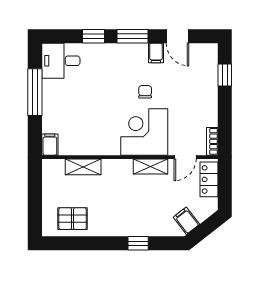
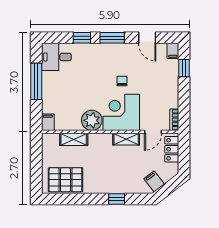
filing cabinet: (156, 53) -> (173, 51), moved
plant: (106, 142) -> (92, 120), added
pallet: (73, 219) -> (65, 180), width x1.50, depth x1.42

